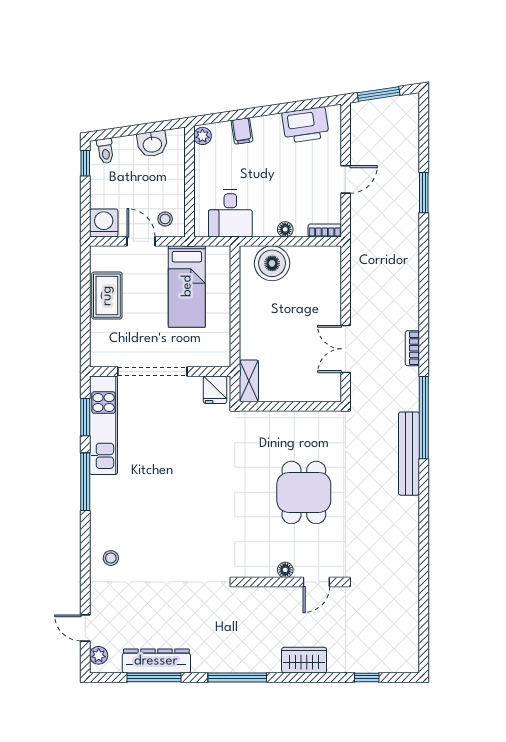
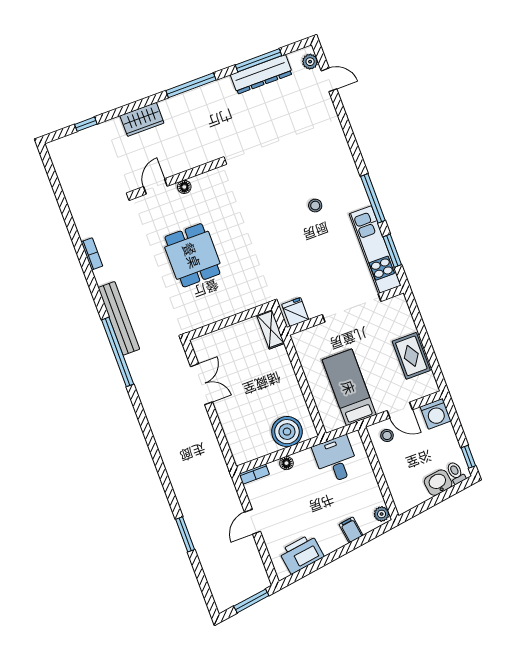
washbasin: (152, 144) -> (438, 483), moved
bookcase: (412, 348) -> (92, 254), moved
stool: (111, 558) -> (315, 206), moved

